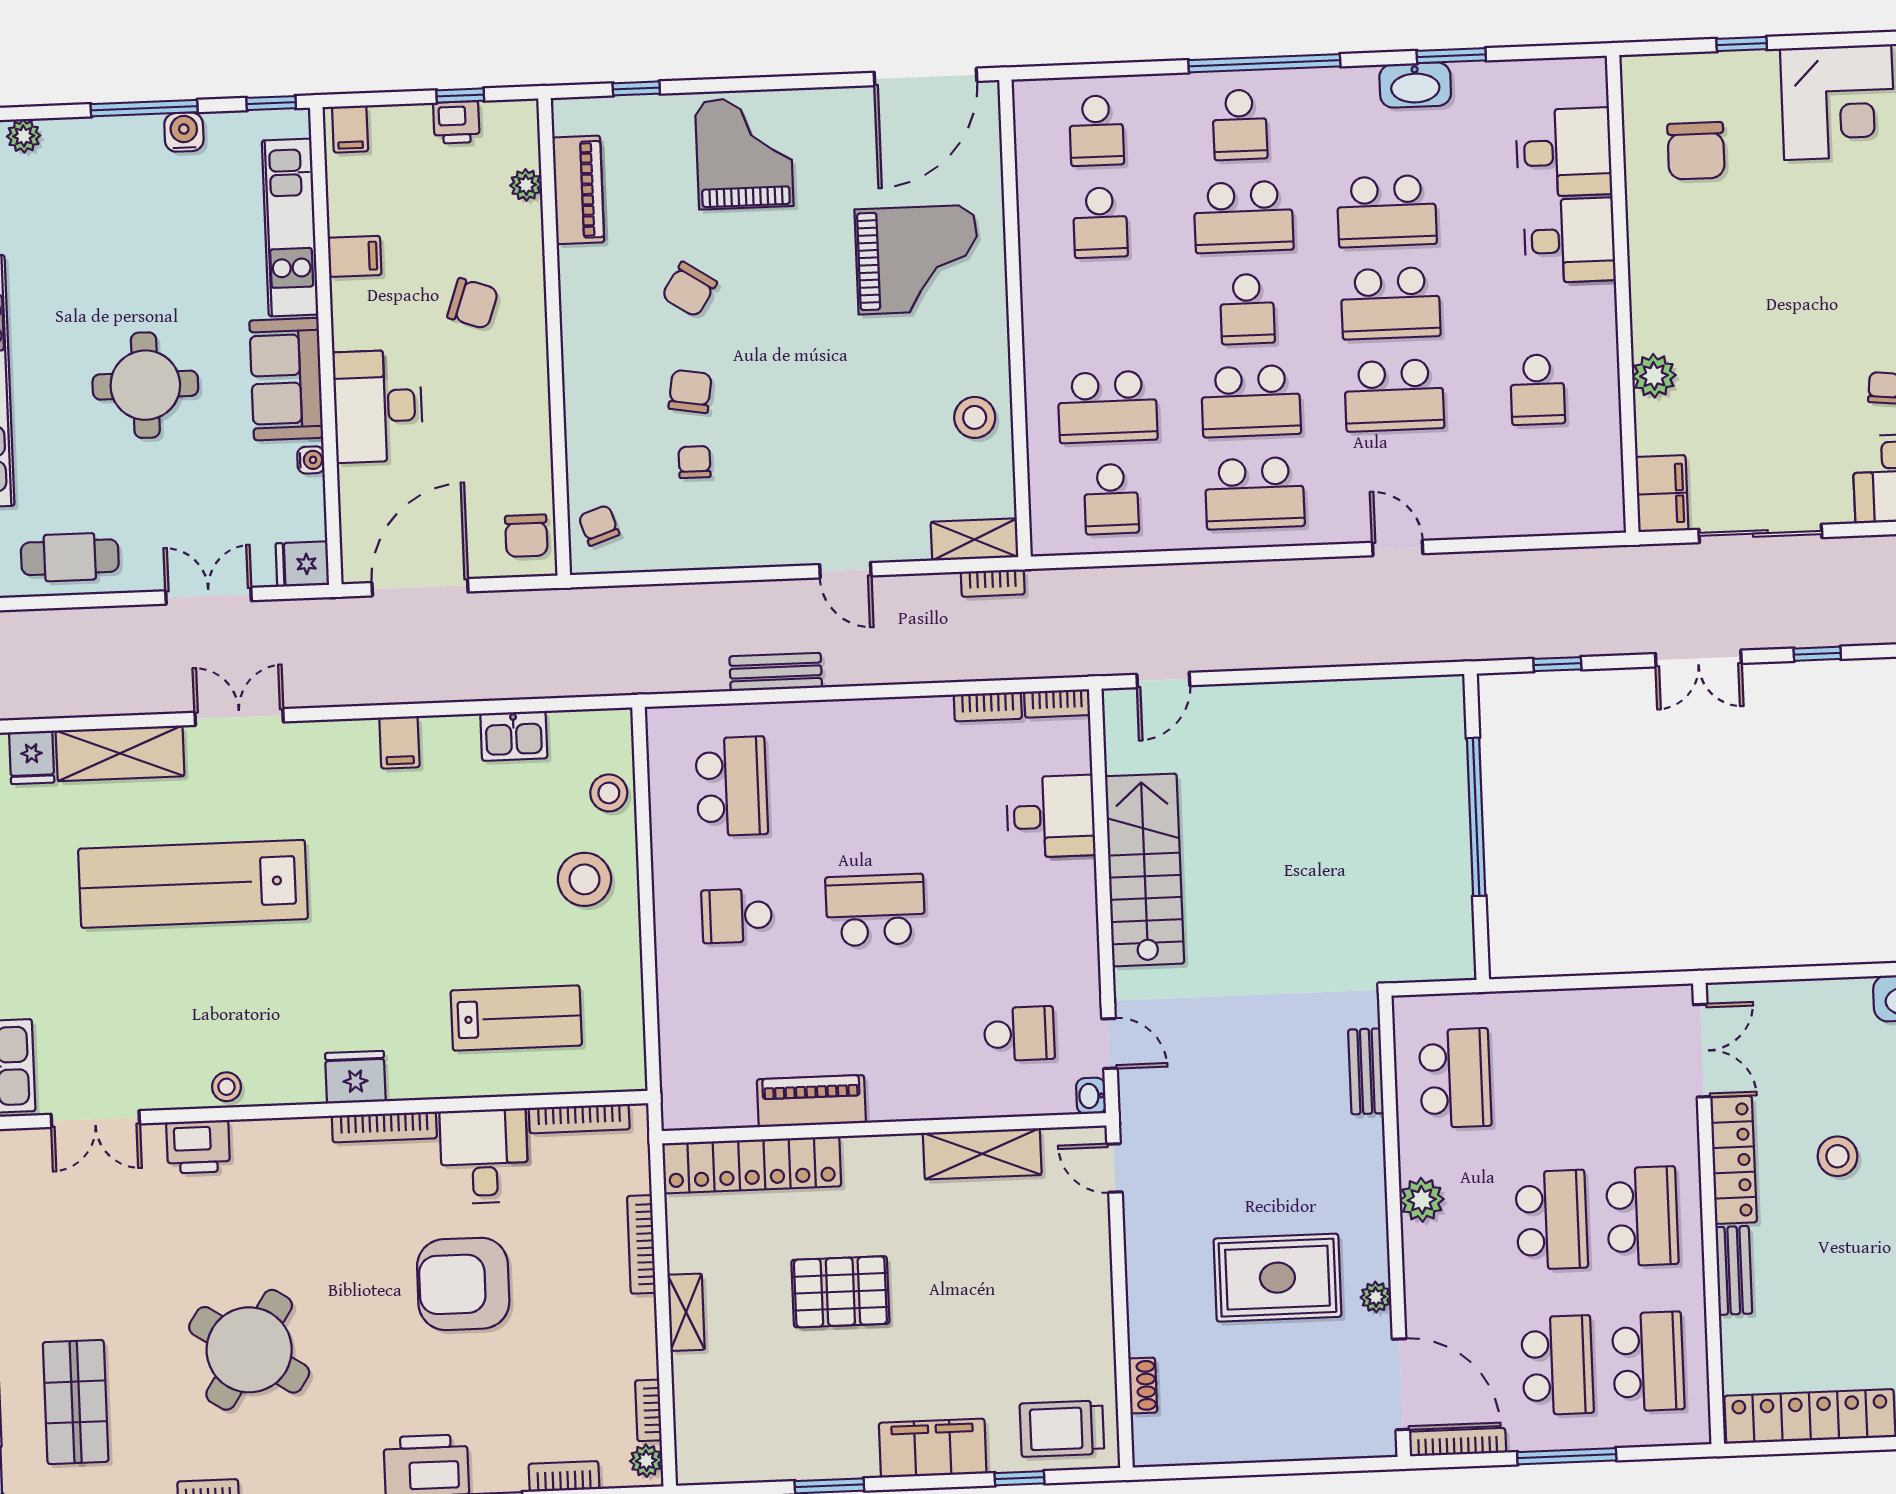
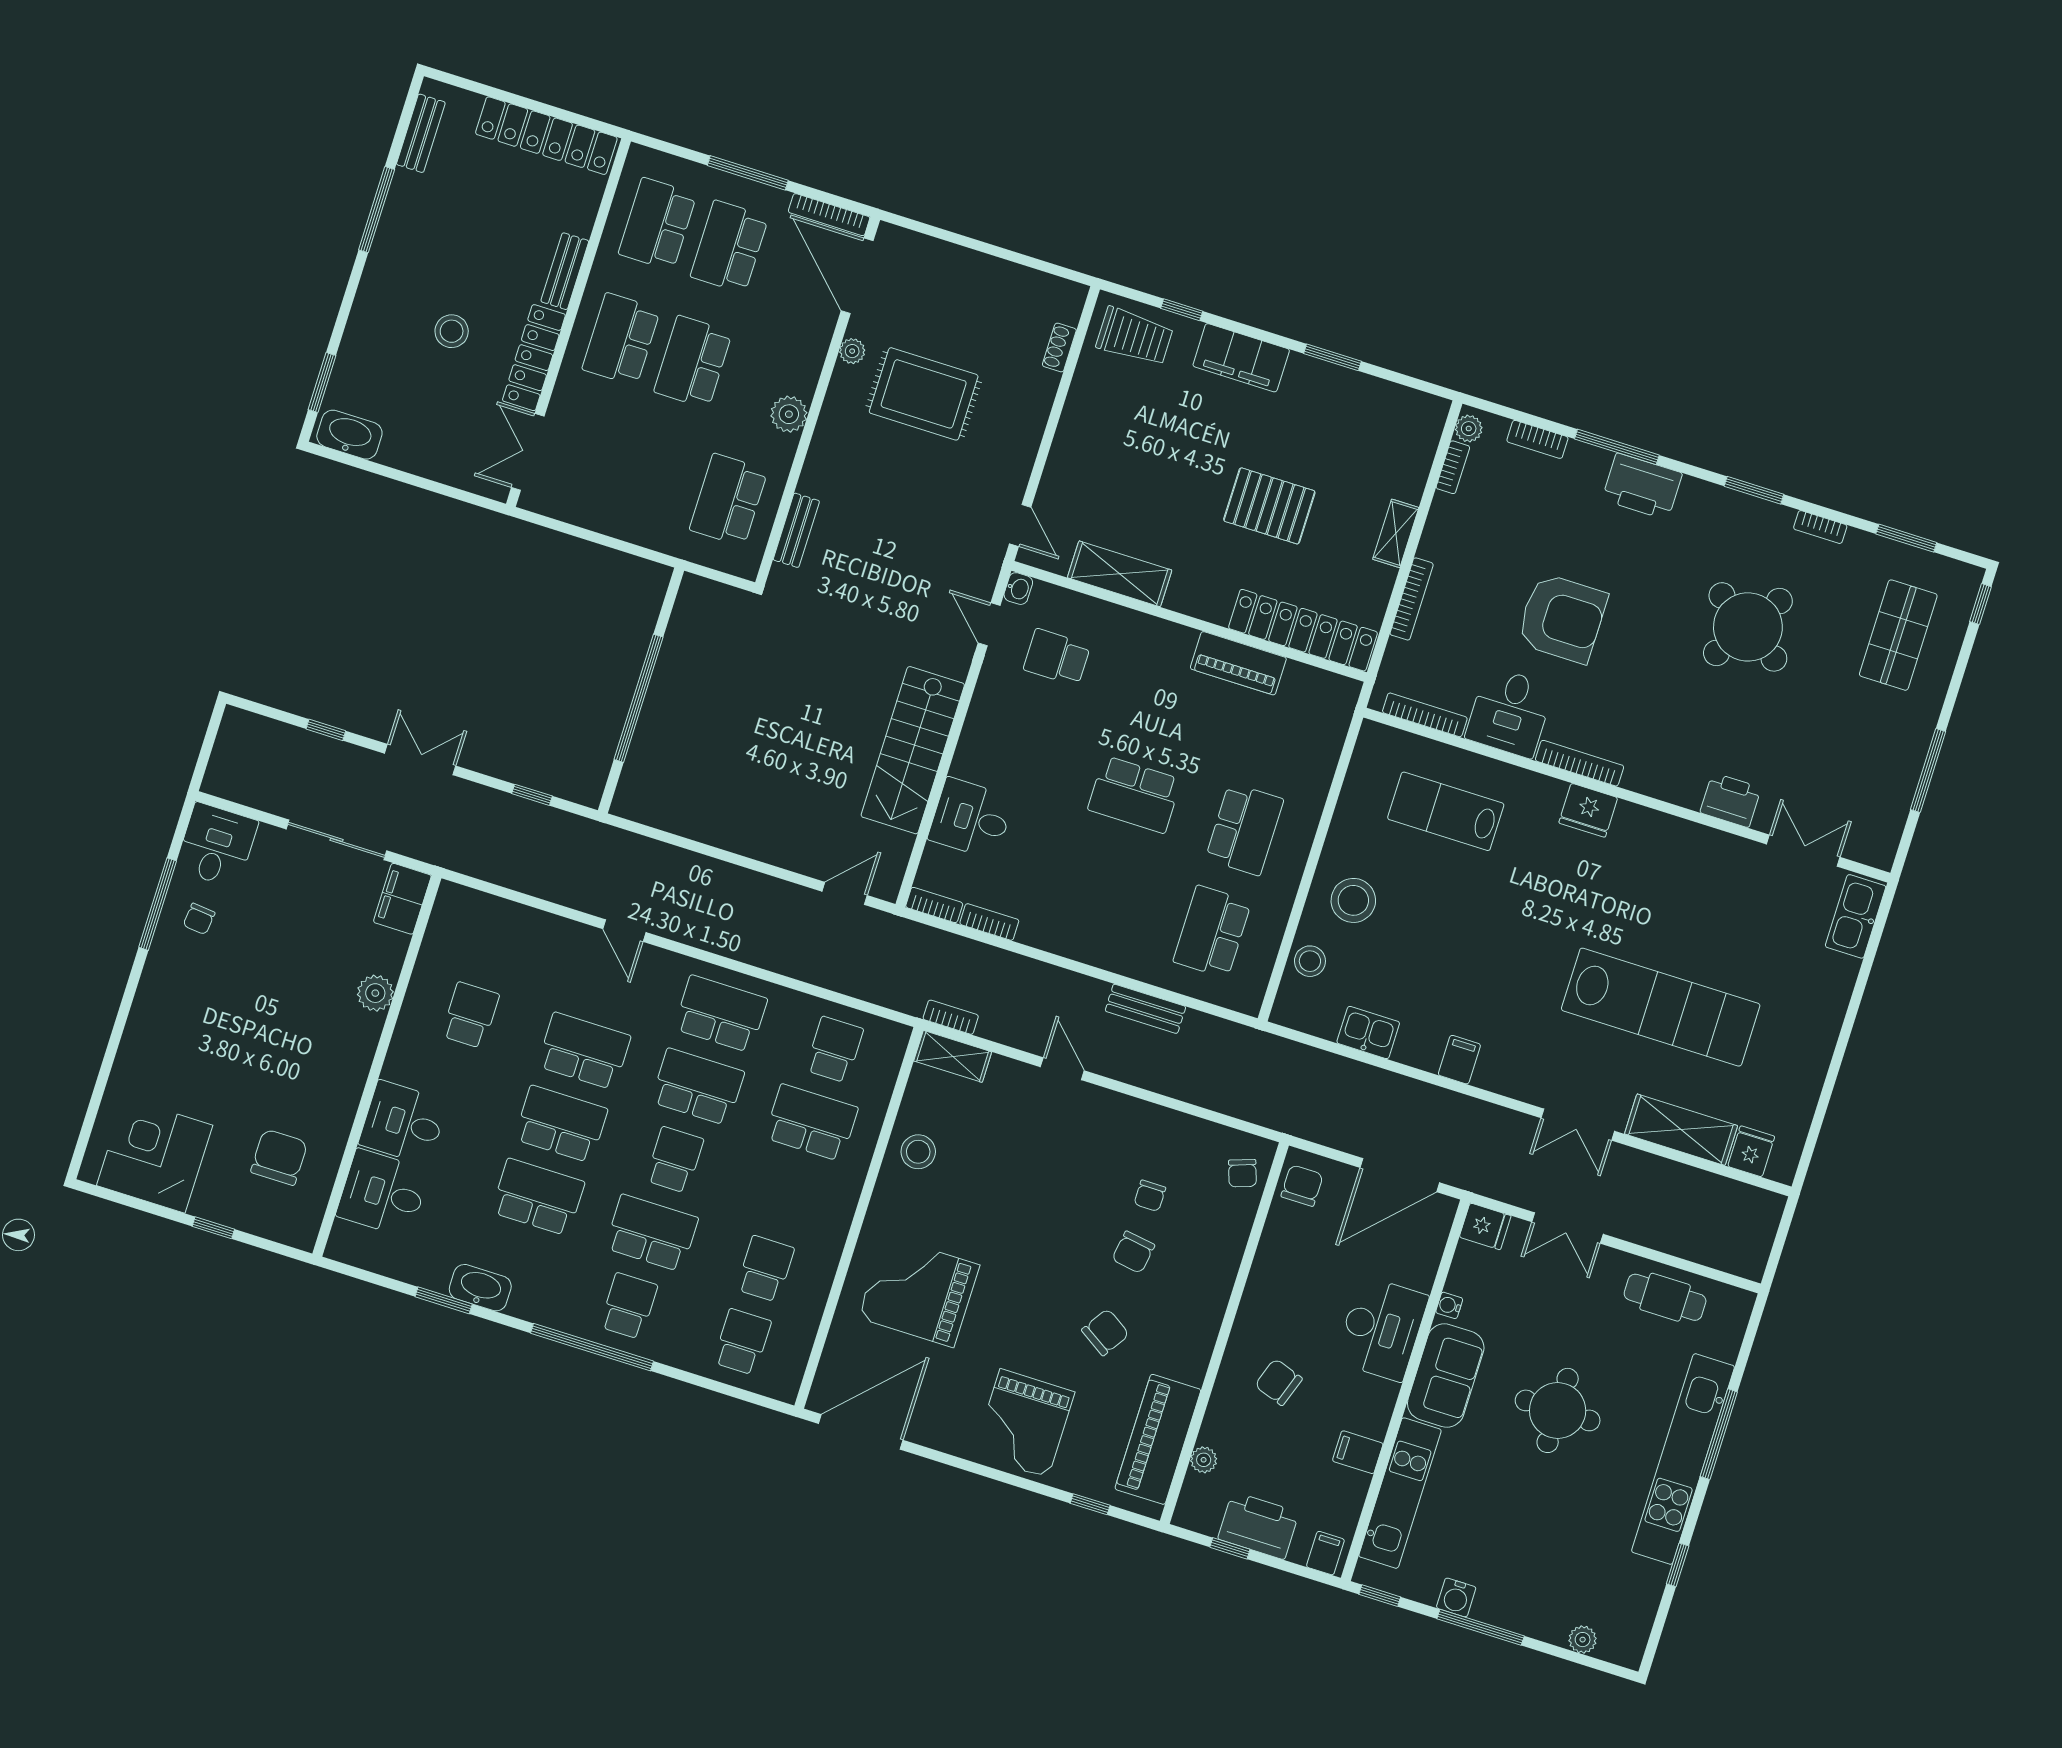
printer: (456, 122) -> (1258, 1526), width x1.87, depth x1.48
piano: (578, 190) -> (1158, 1439), width x1.37, depth x1.33
school desk: (737, 916) -> (1244, 829), width x1.85
stool: (227, 1087) -> (1692, 839), removed

